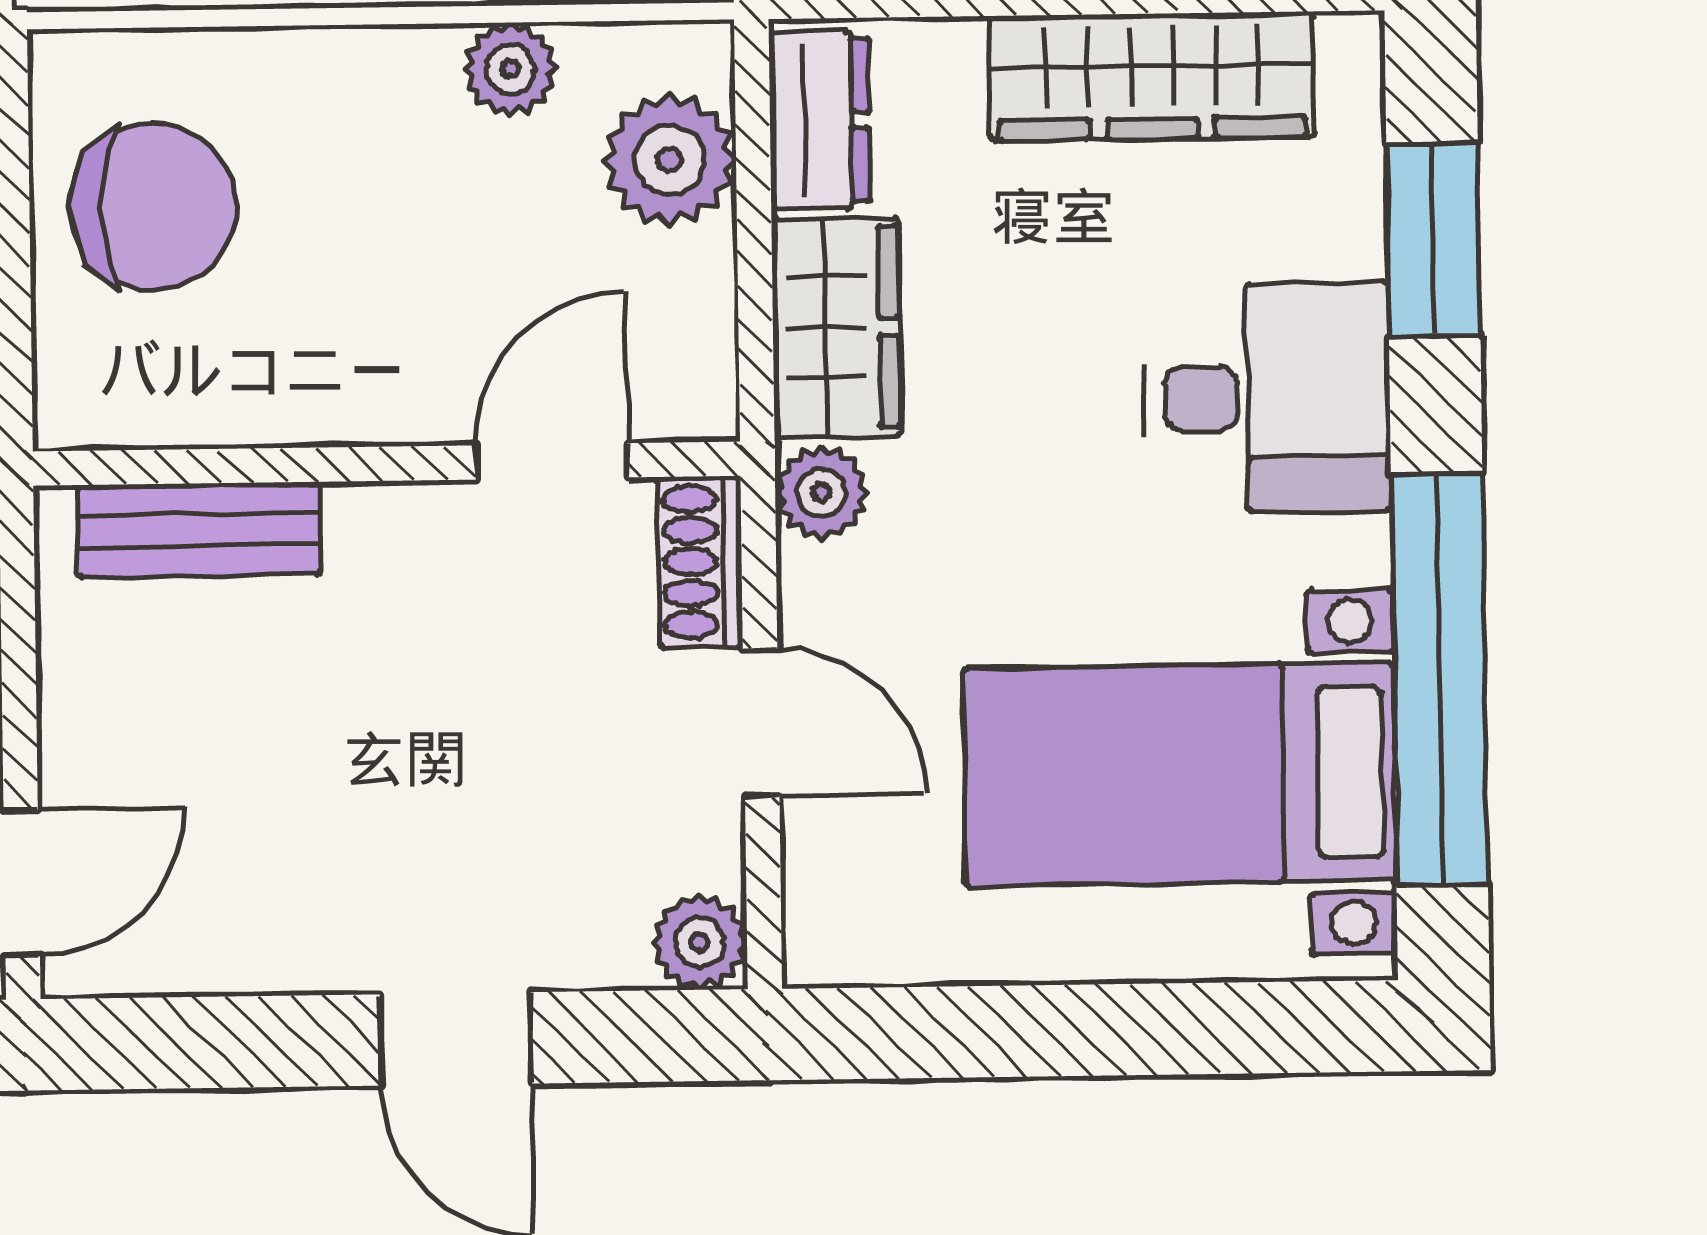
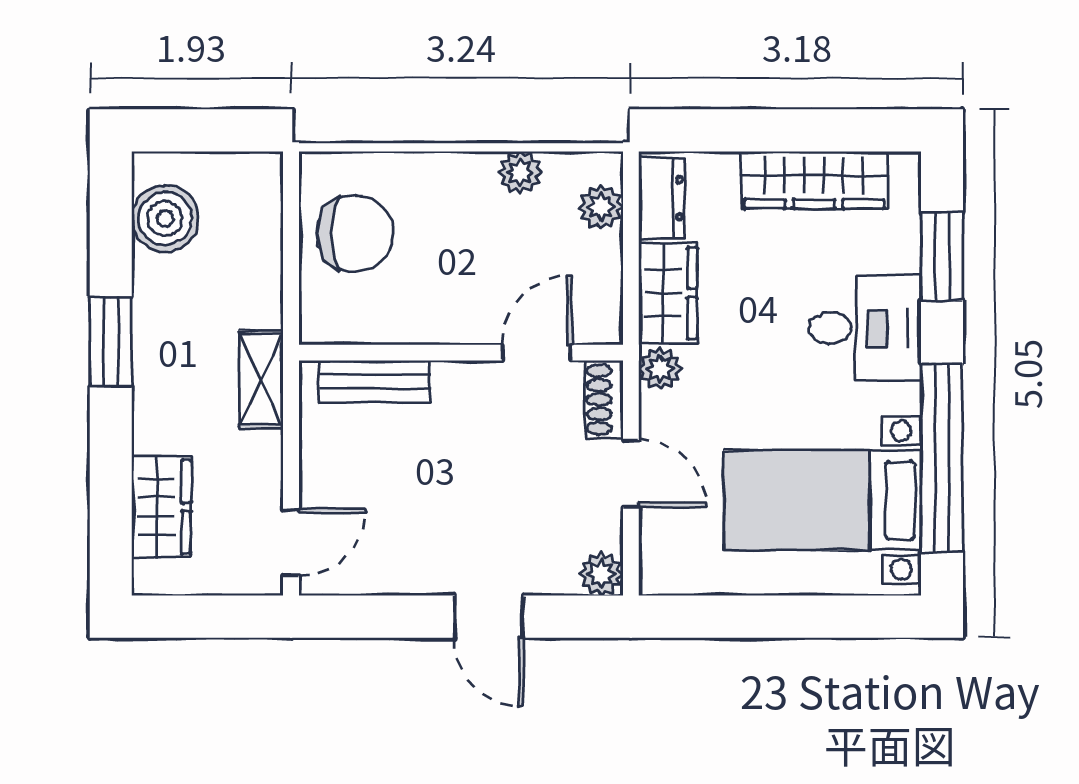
plant: (670, 160) -> (601, 207), width x0.73, depth x0.73

